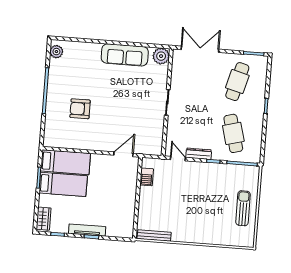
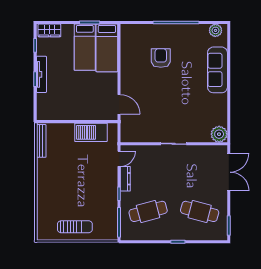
sofa: (125, 55) -> (217, 70), moved
barbecue: (147, 177) -> (91, 132), width x1.88, depth x1.53

